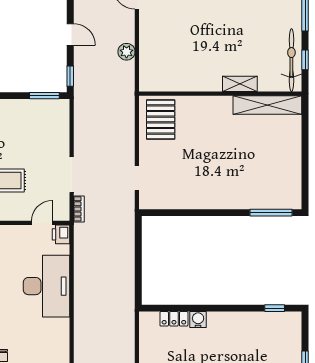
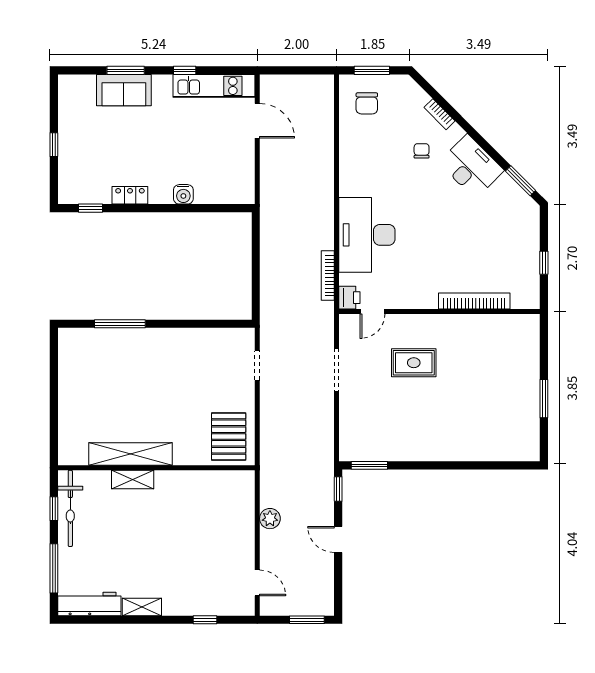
shelving: (267, 105) -> (130, 454), moved
bookcase: (79, 209) -> (328, 276), moved, width x1.56
window: (271, 213) -> (120, 324), moved
locker: (174, 319) -> (130, 195), moved

